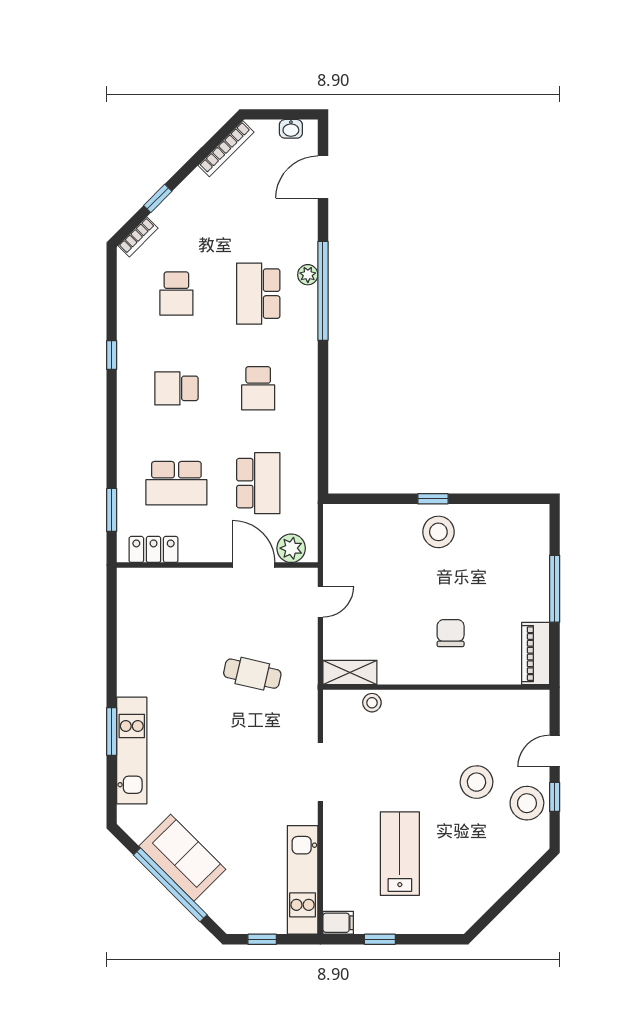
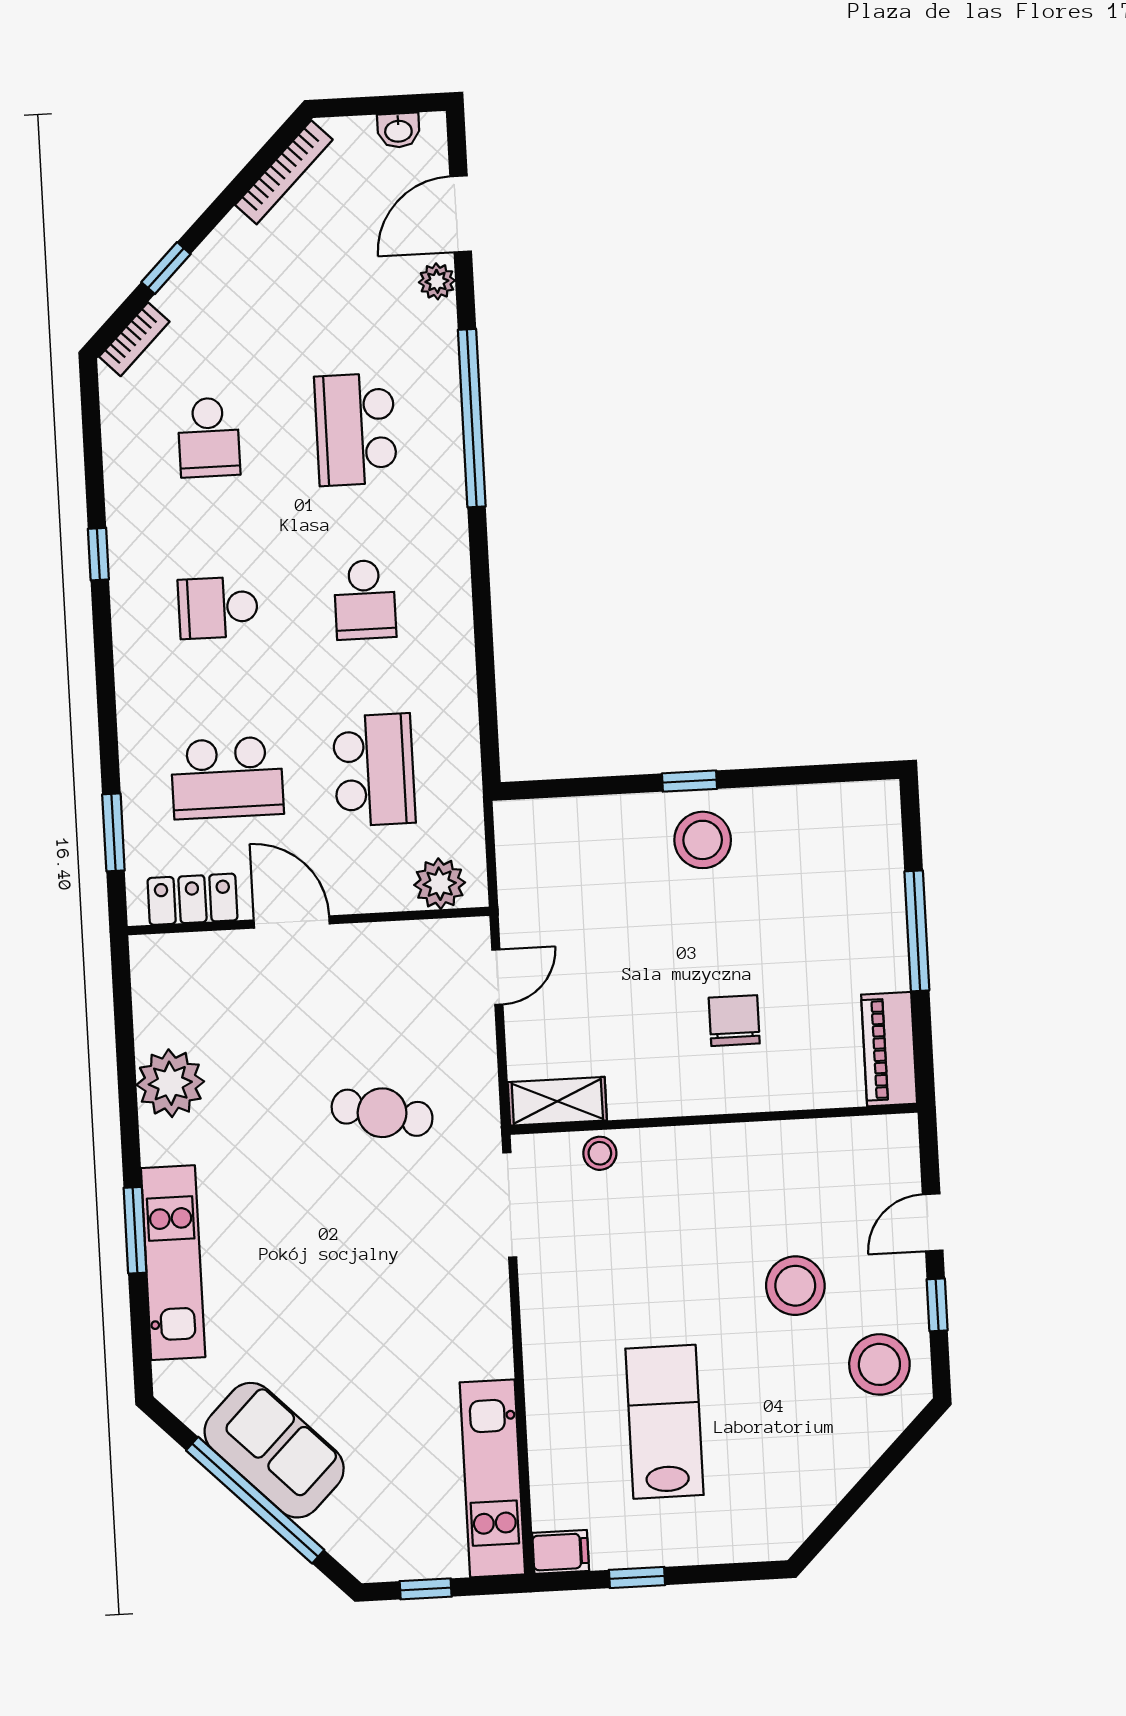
plant: (308, 275) -> (437, 281), moved
door: (254, 565) -> (292, 922), moved
plant: (136, 651) -> (170, 1083), added
doorway: (320, 772) -> (510, 1205), moved
stool: (527, 803) -> (879, 1364), moved

